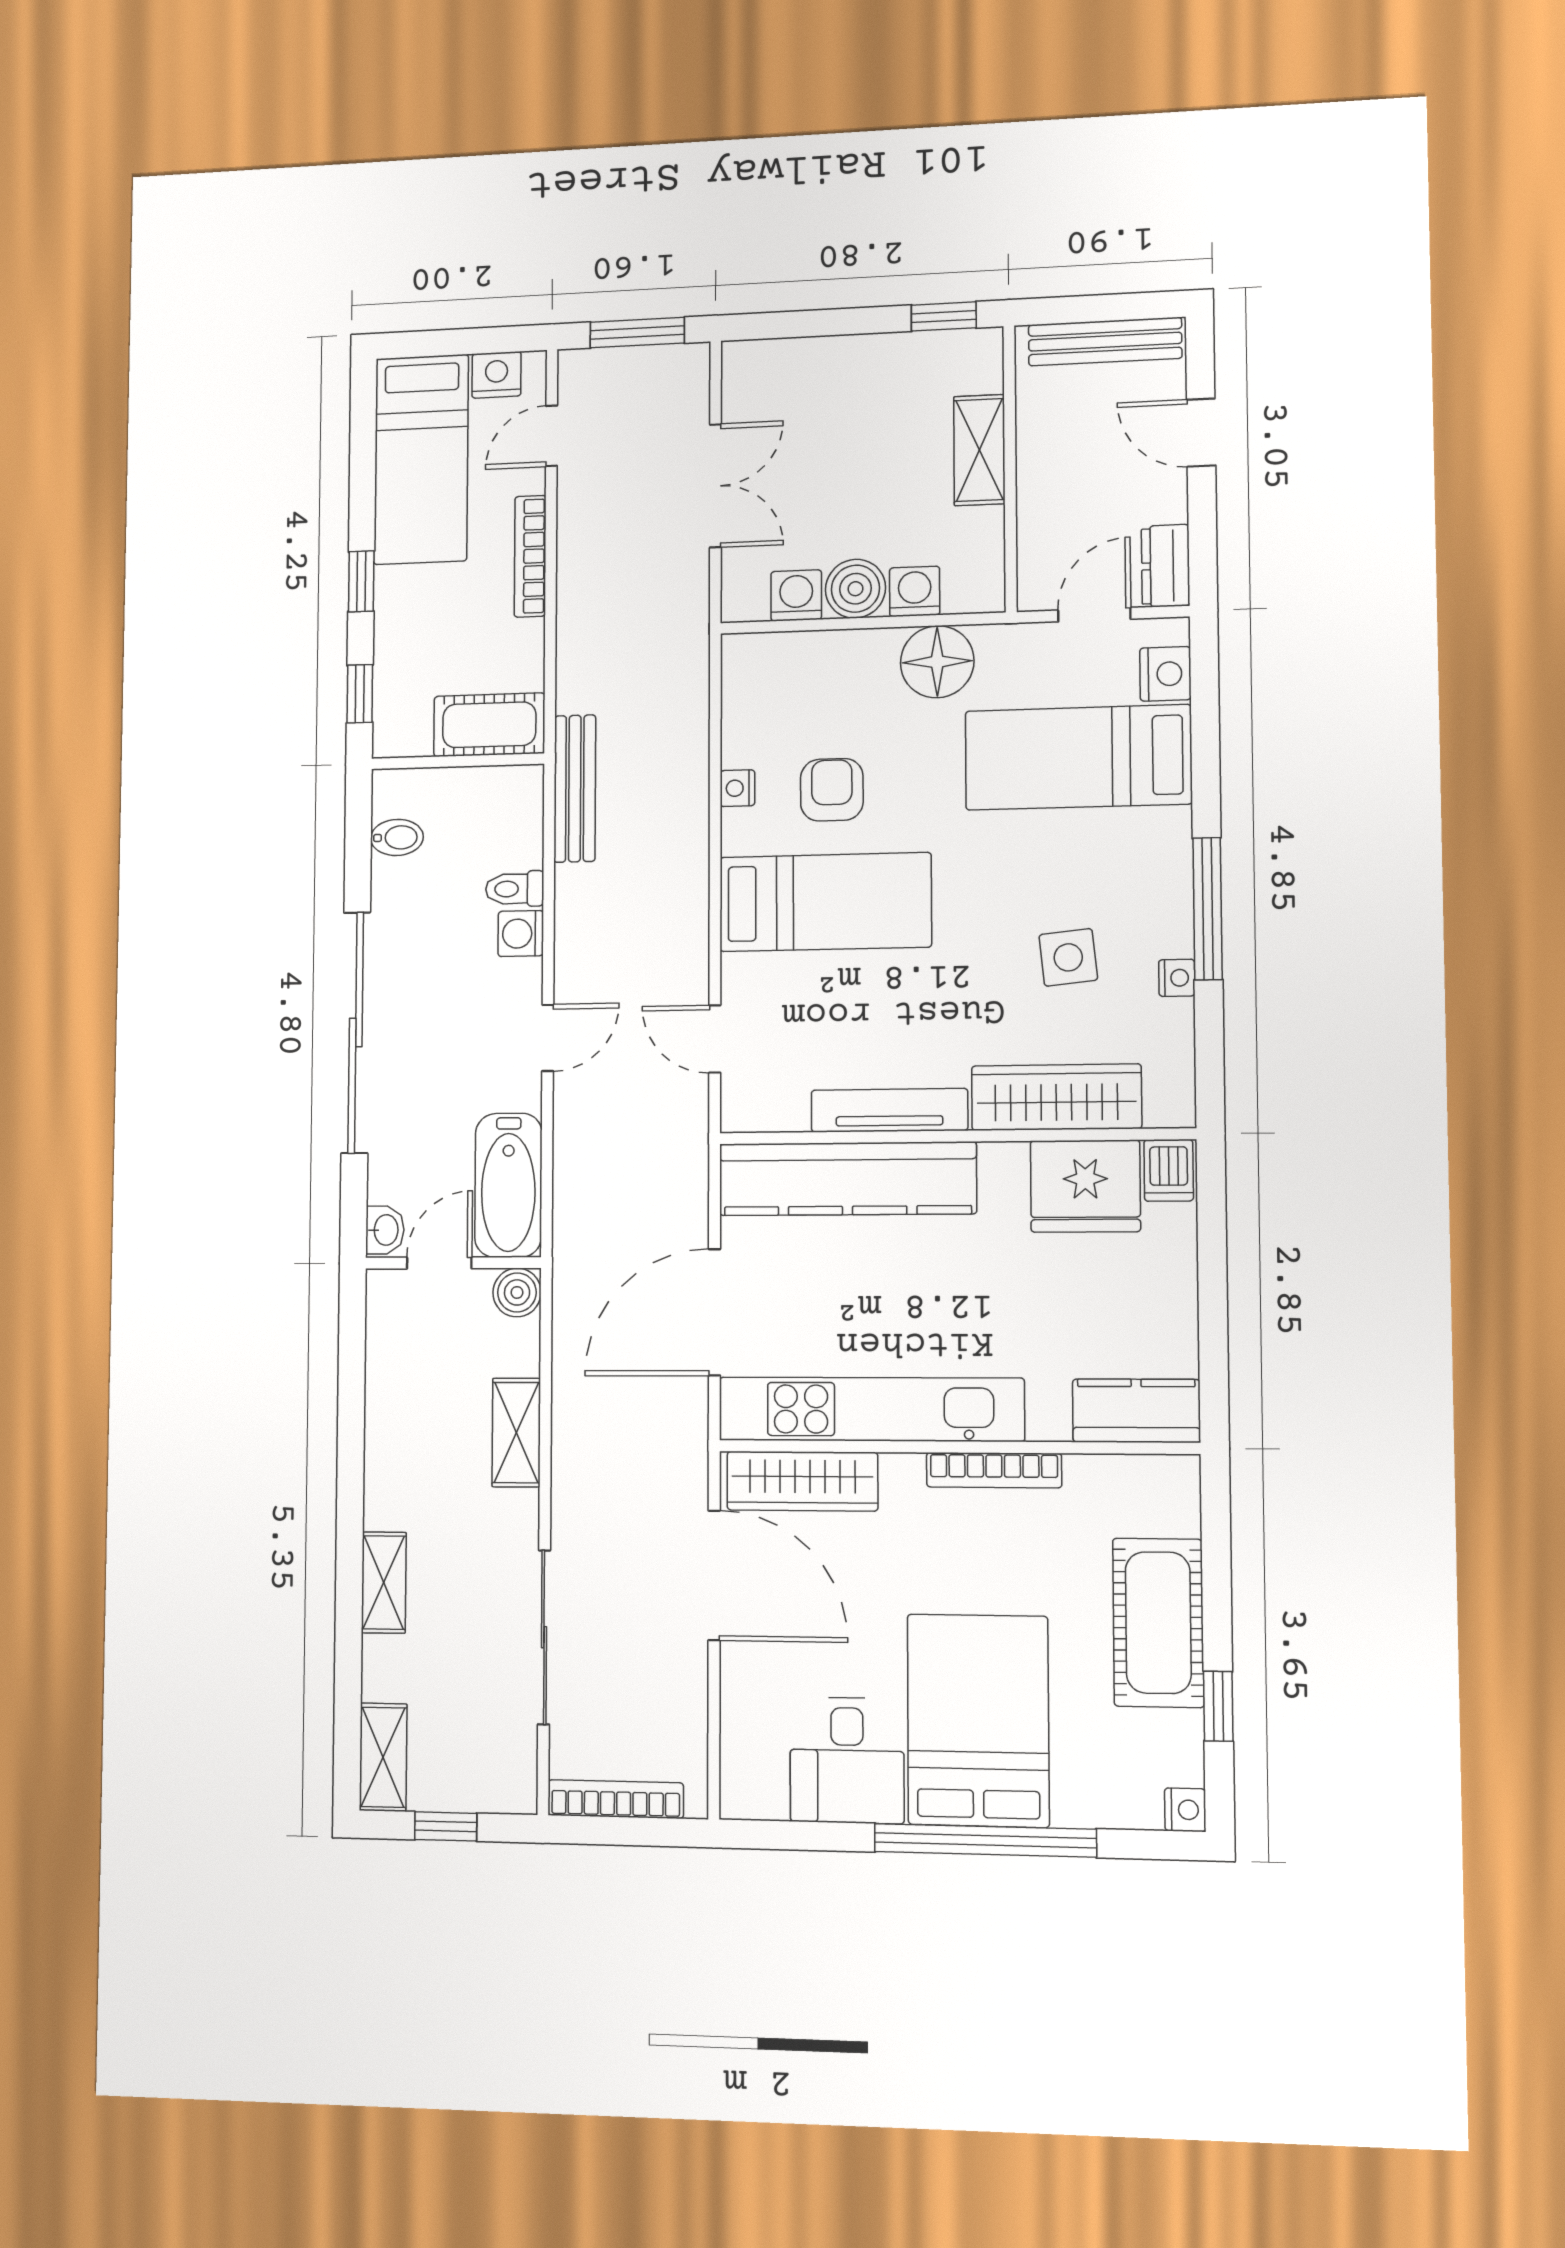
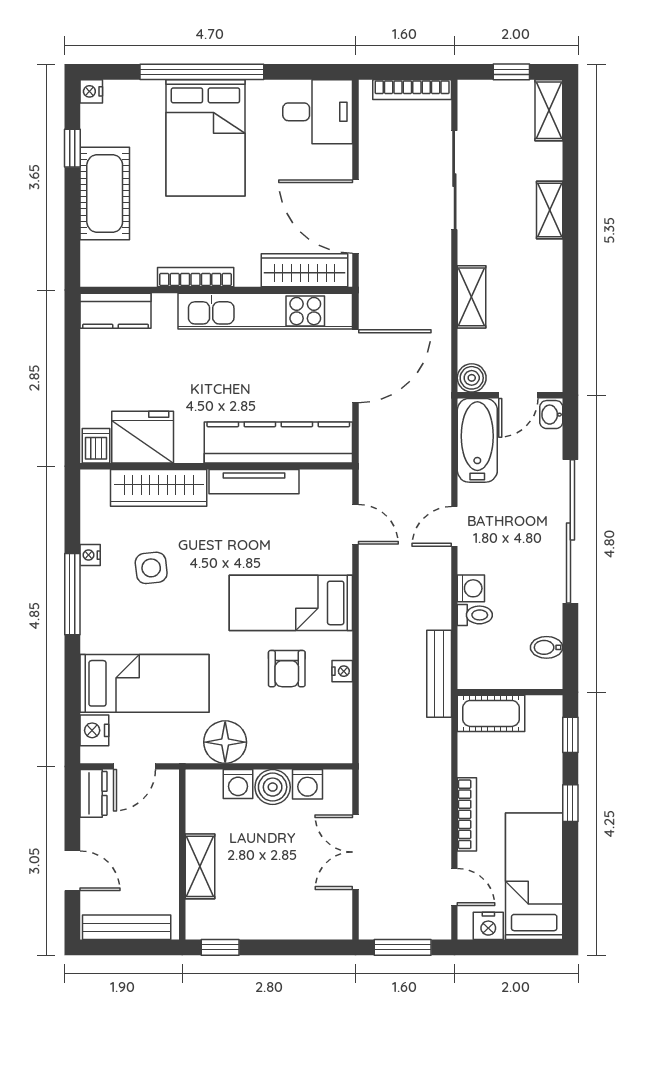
door: (551, 436) -> (454, 887), hinge flipped
desk: (847, 1760) -> (318, 112), moved, turned 90

